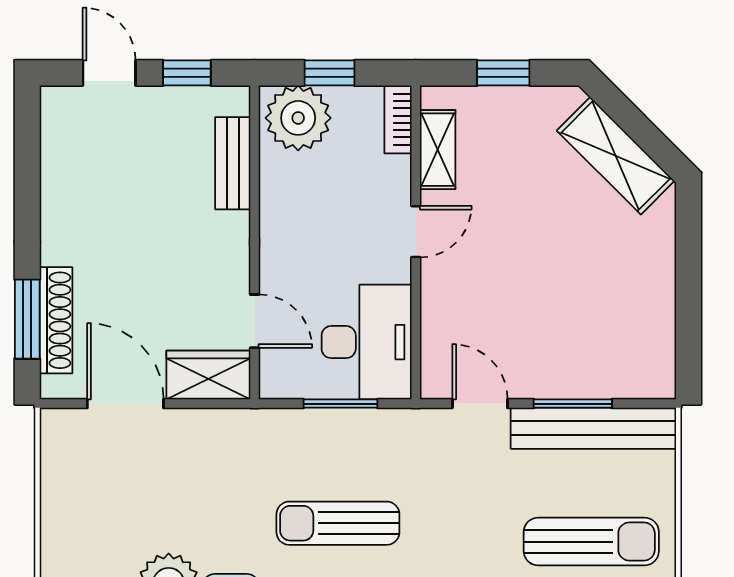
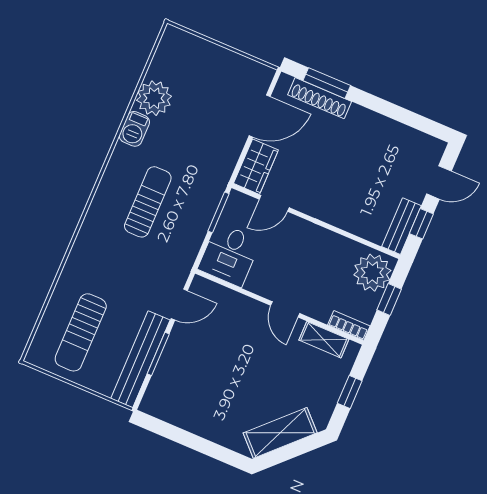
bench: (233, 163) -> (402, 226), moved, turned 90
desk: (367, 342) -> (229, 255), width x0.73
window: (341, 404) -> (219, 212), moved

